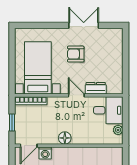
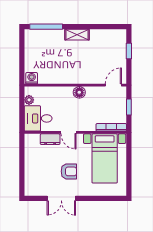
washing machine: (45, 153) -> (32, 78), moved

